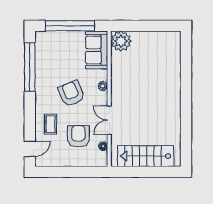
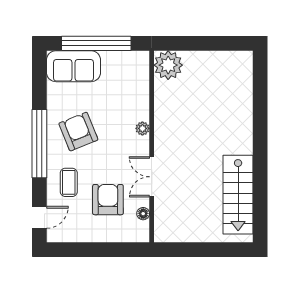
sofa: (97, 50) -> (73, 66), moved, turned -90
window: (30, 67) -> (39, 144), moved
armchair: (71, 94) -> (78, 132), moved
stairs: (146, 156) -> (238, 195), moved, turned -90

